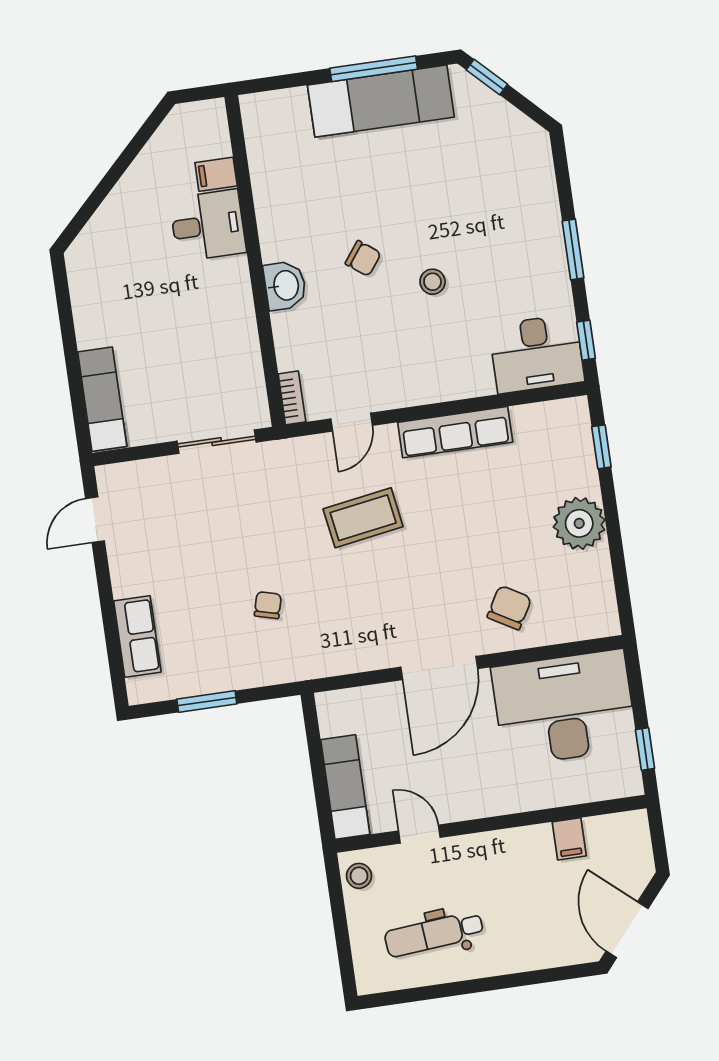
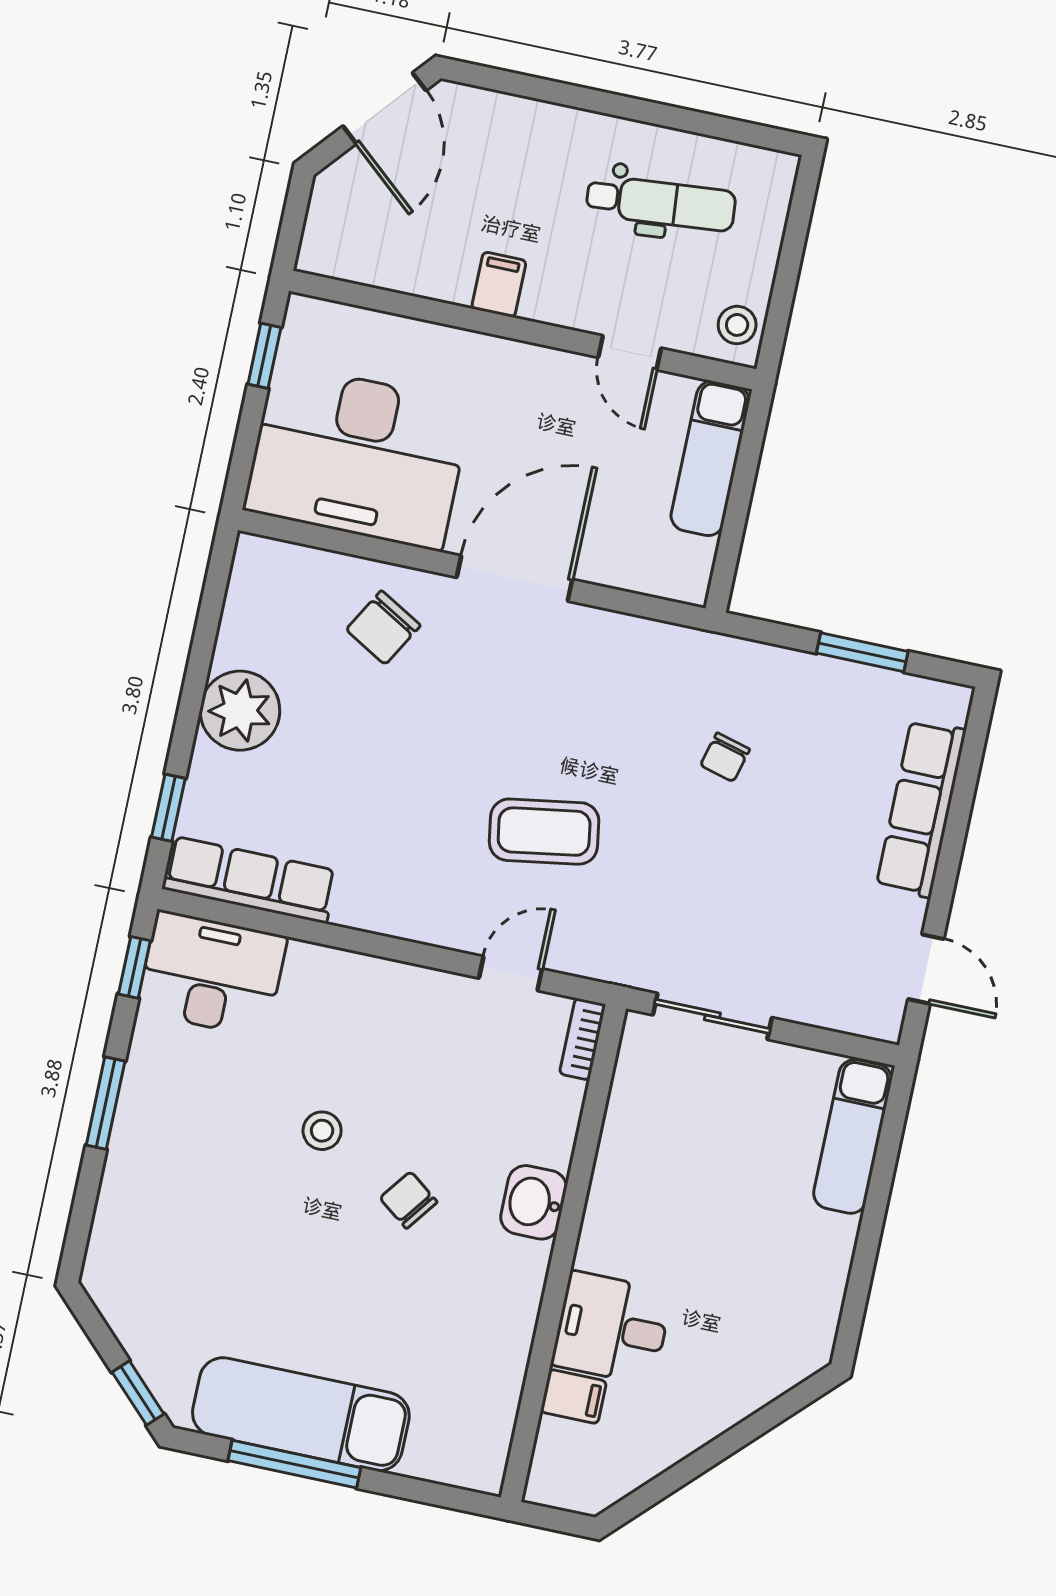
row of seats: (455, 432) -> (250, 880), moved
door: (95, 520) -> (926, 969), hinge flipped
row of seats: (137, 636) -> (921, 808), width x1.48
filing cabinet: (569, 839) -> (499, 285), moved

